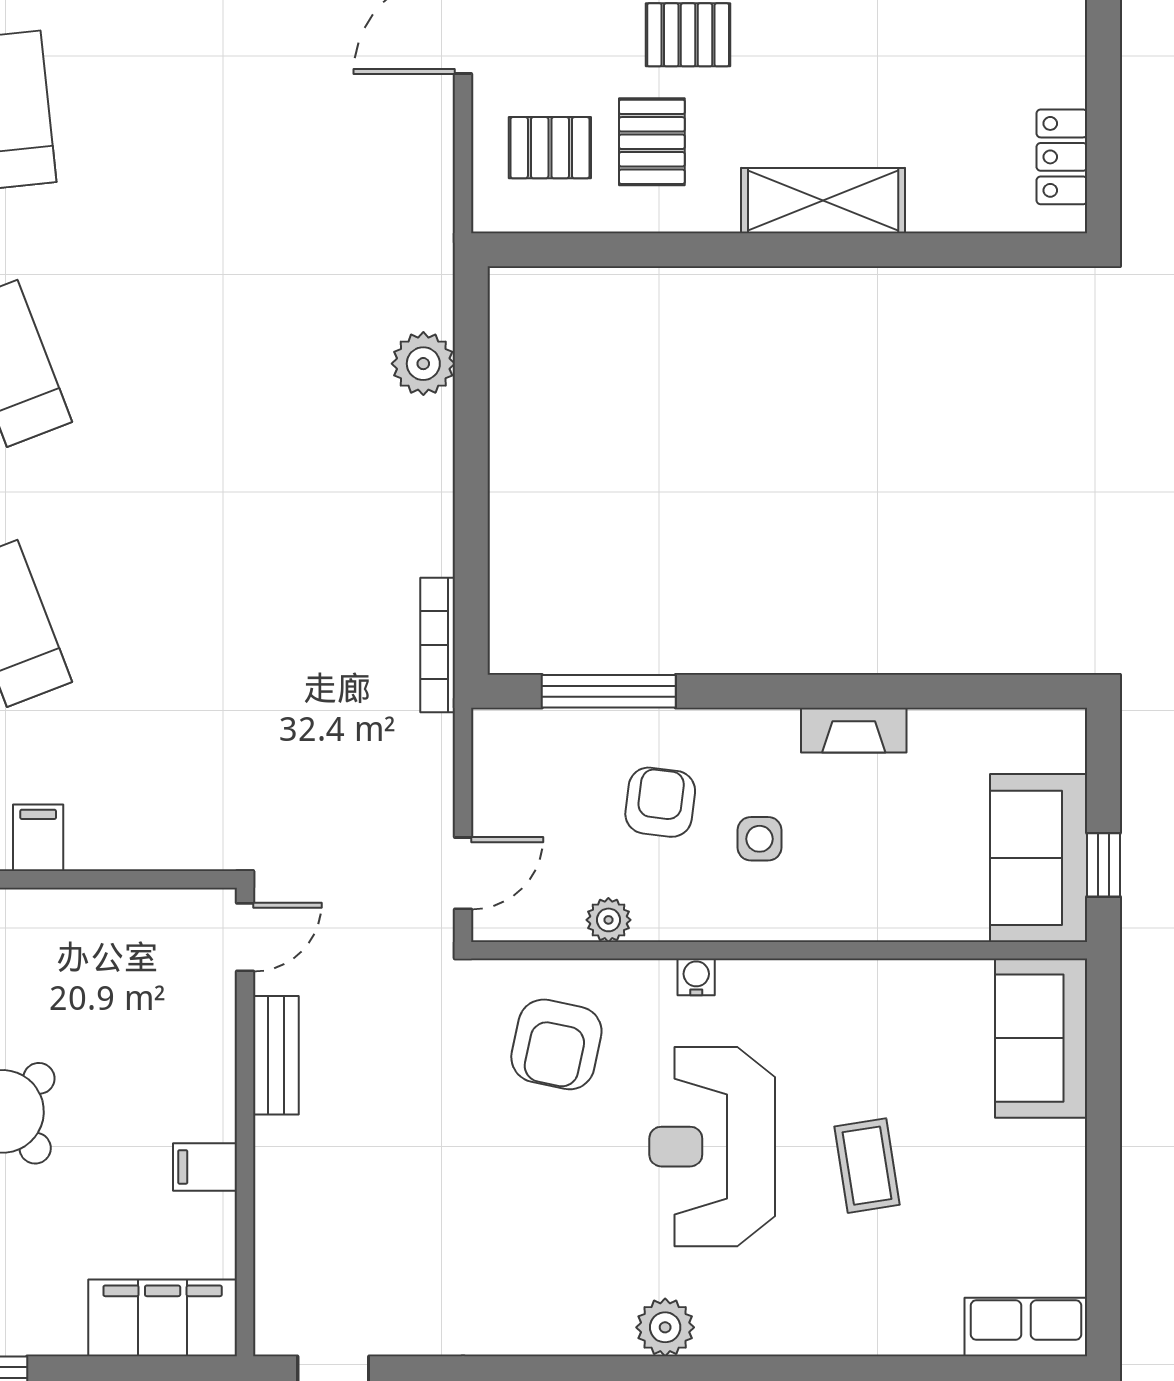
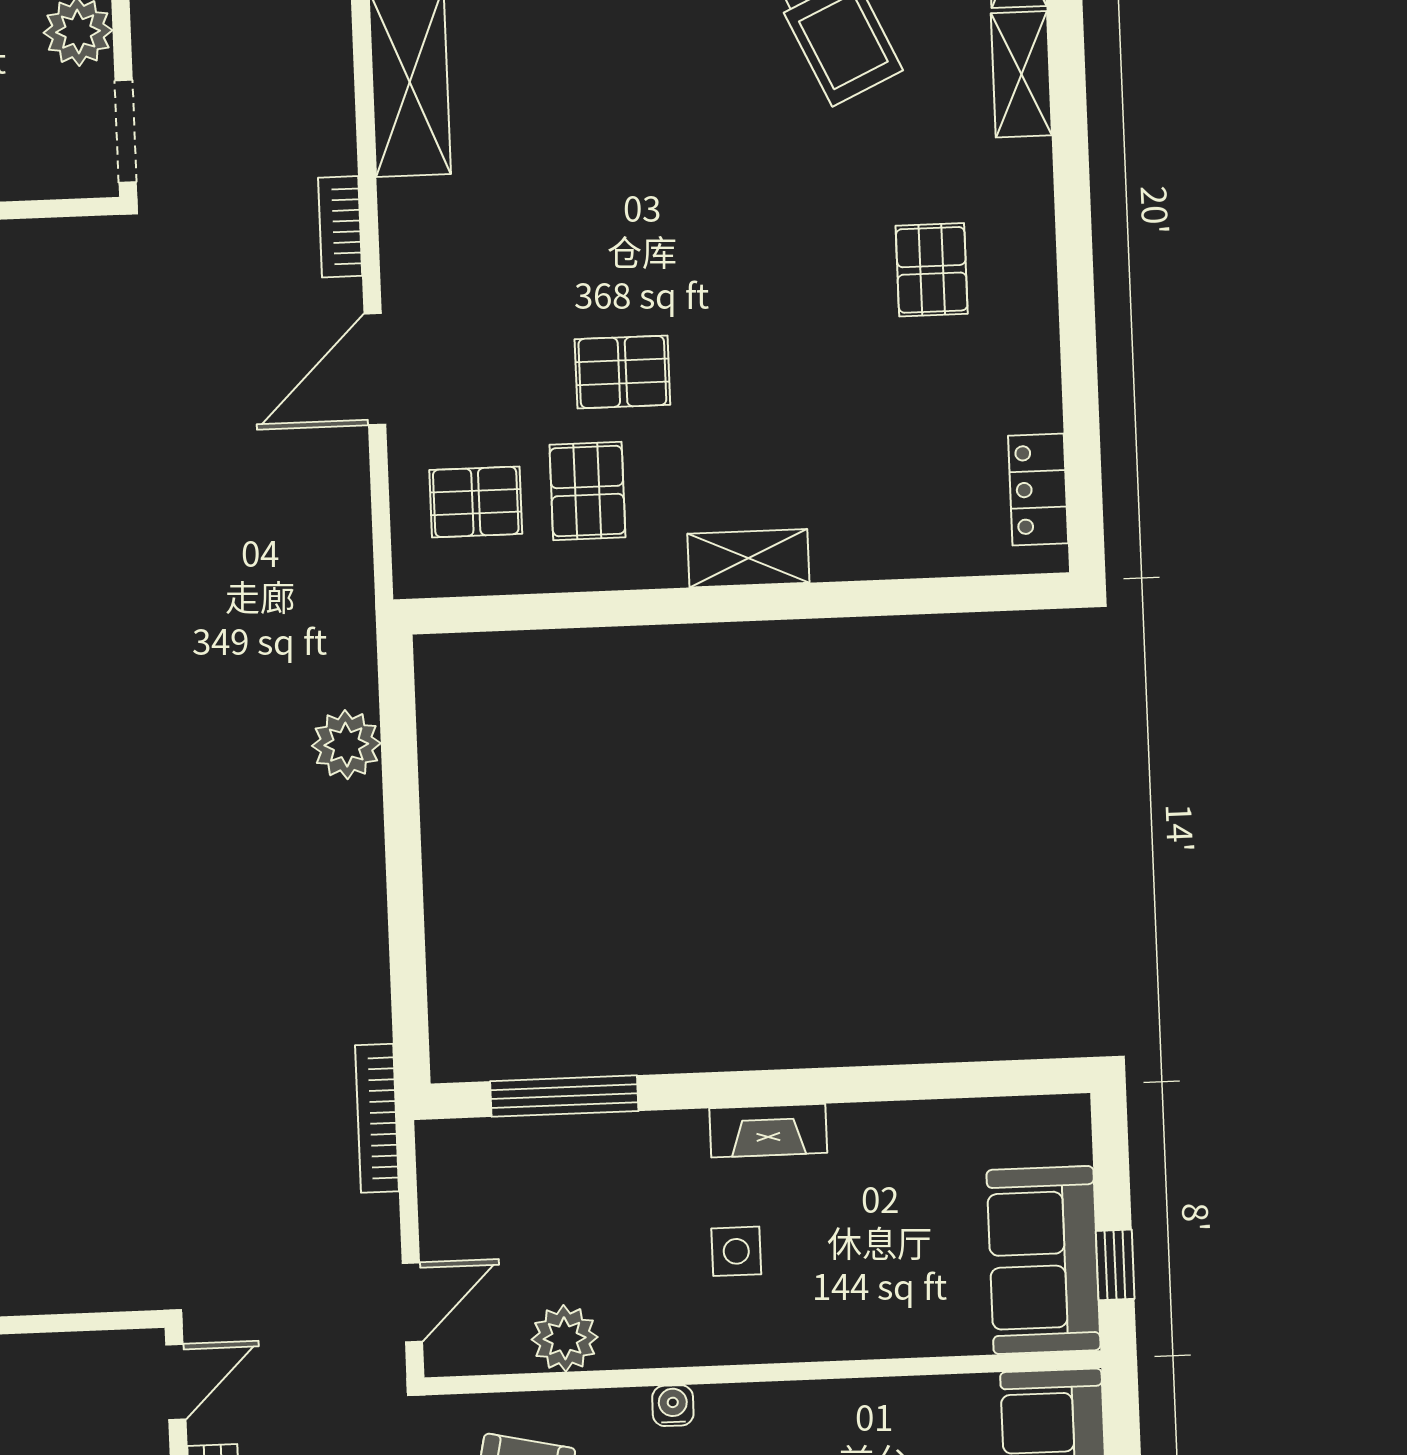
shelving: (823, 201) -> (748, 558), width x0.67, depth x0.75
bookcase: (438, 645) -> (377, 1118), moved
fireplace: (854, 730) -> (768, 1131), moved
armchair: (660, 802) -> (626, 1216), removed
plant: (608, 920) -> (565, 1338), width x1.38, depth x1.38

